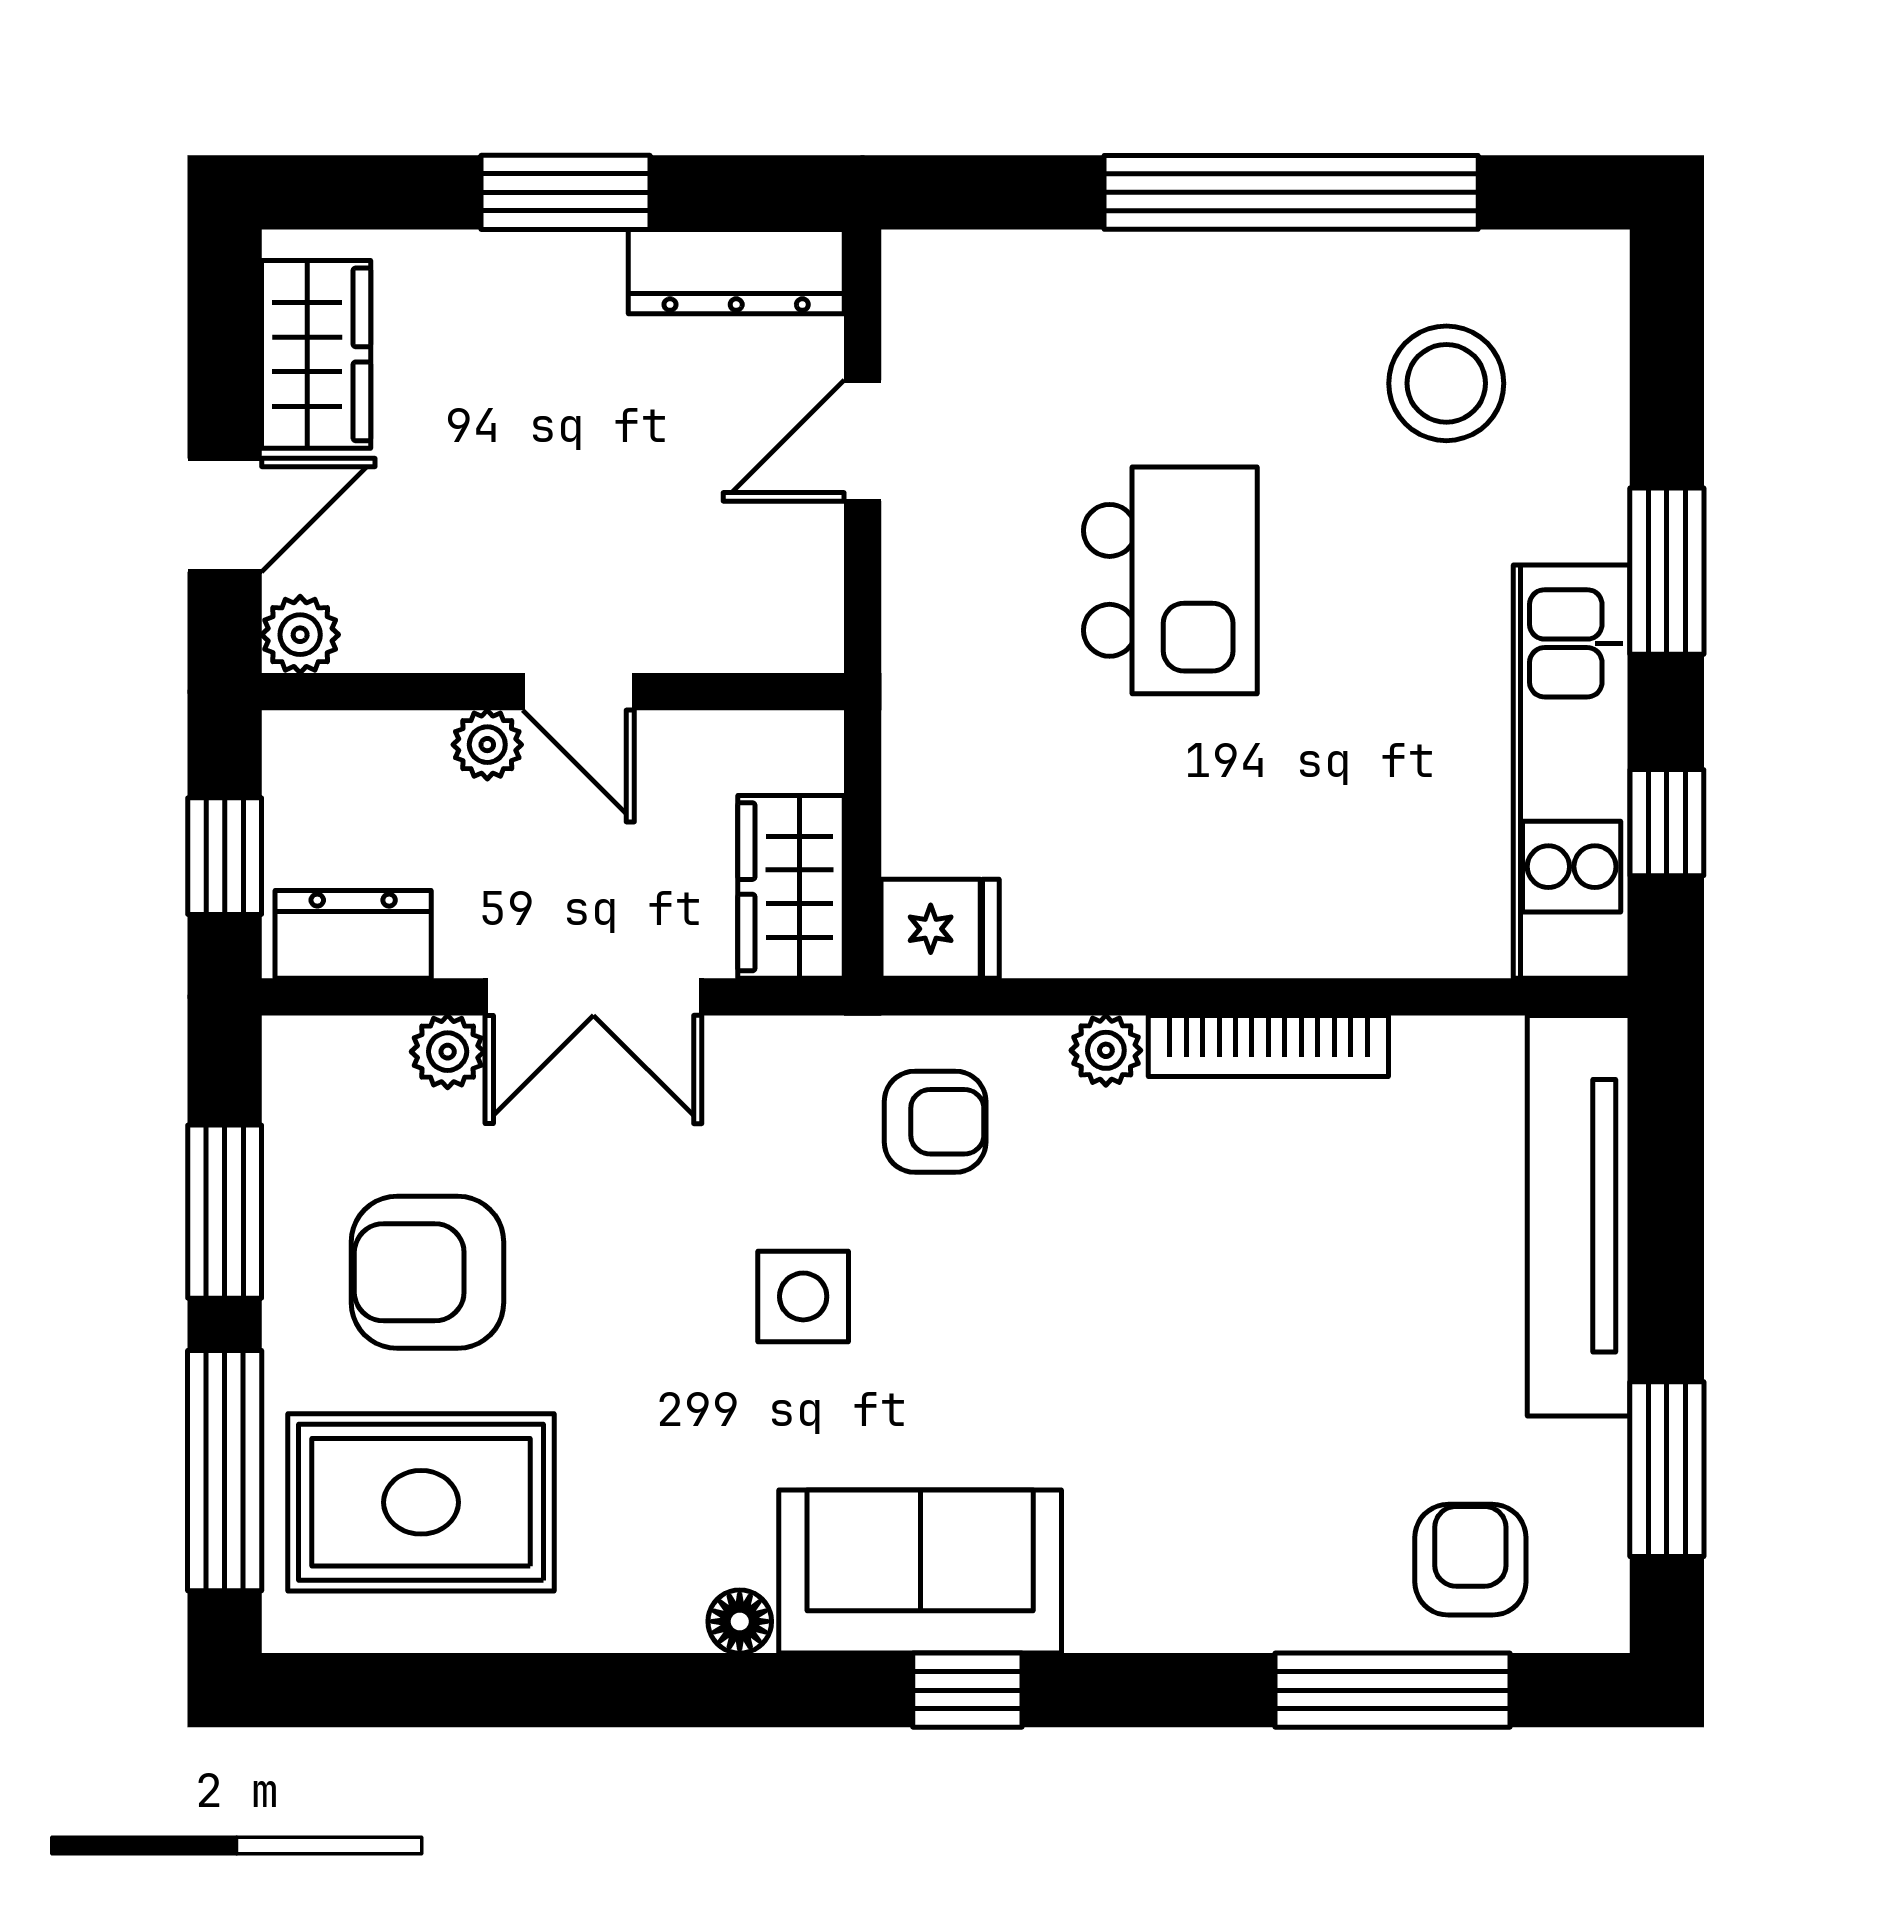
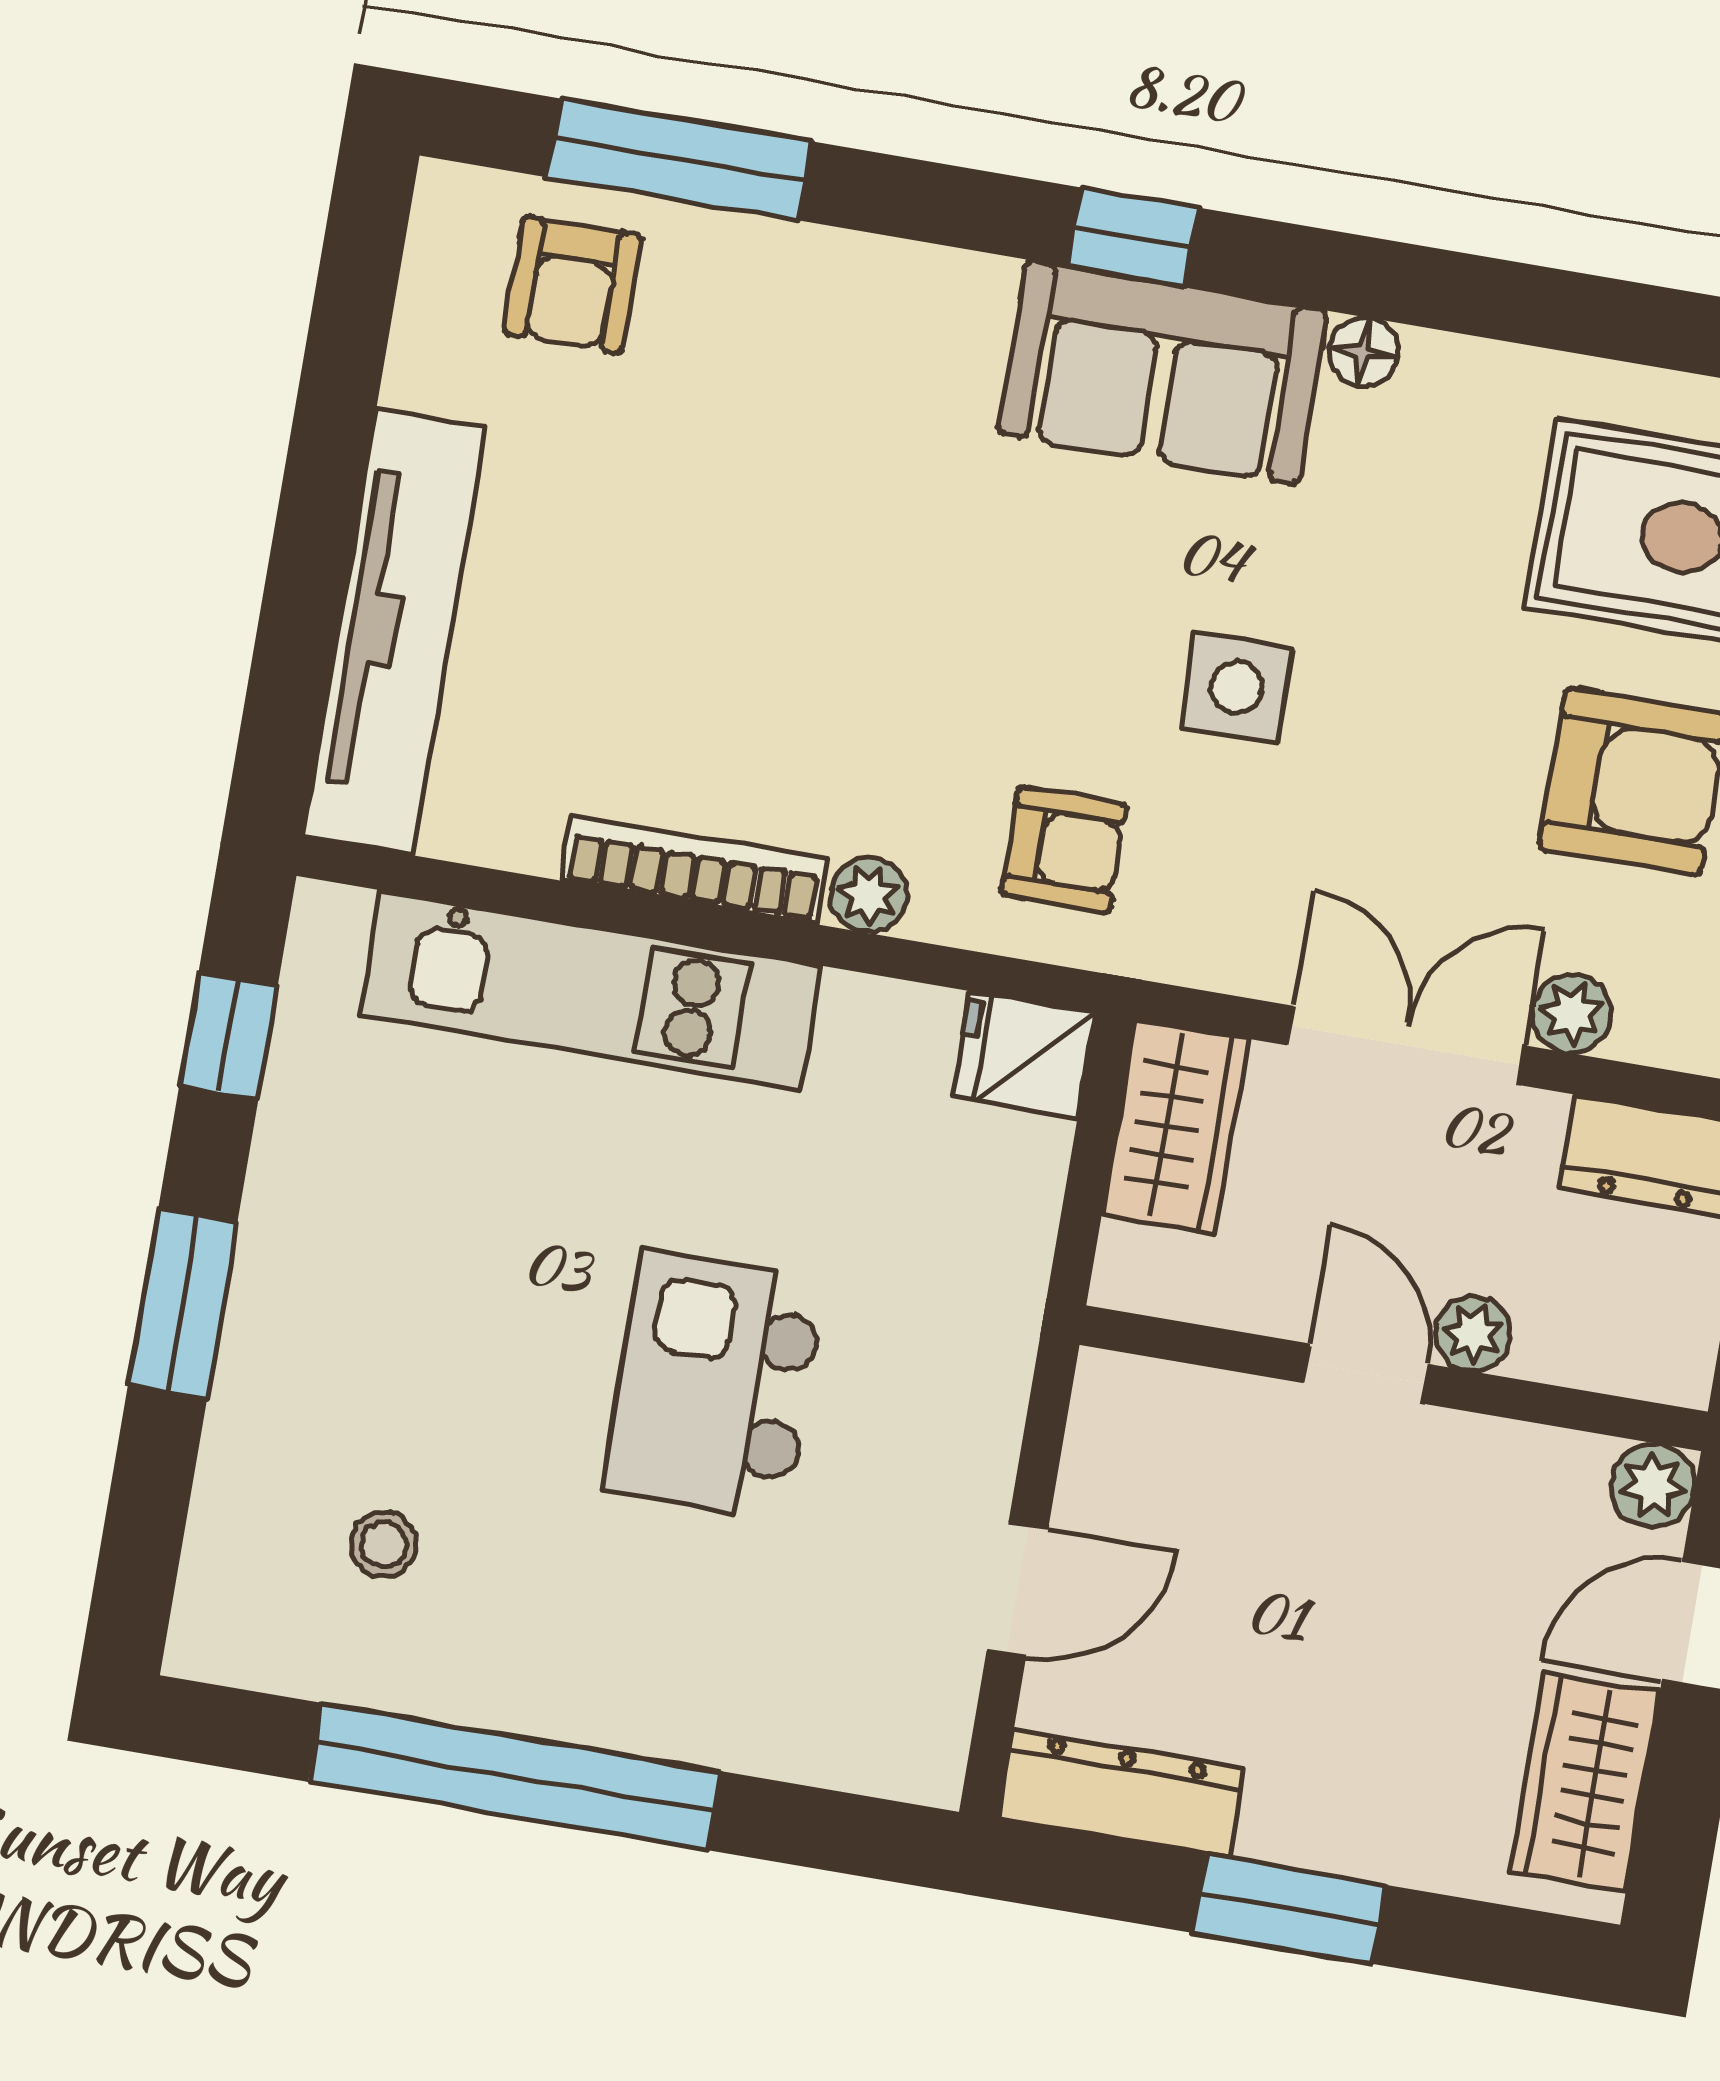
stool: (1446, 383) -> (384, 1544), width x0.53, depth x0.53
kitchen unit: (1572, 772) -> (591, 990), moved, turned 90
armchair: (935, 1122) -> (1064, 850), turned 180
window: (1667, 1469) -> (346, 345), removed

